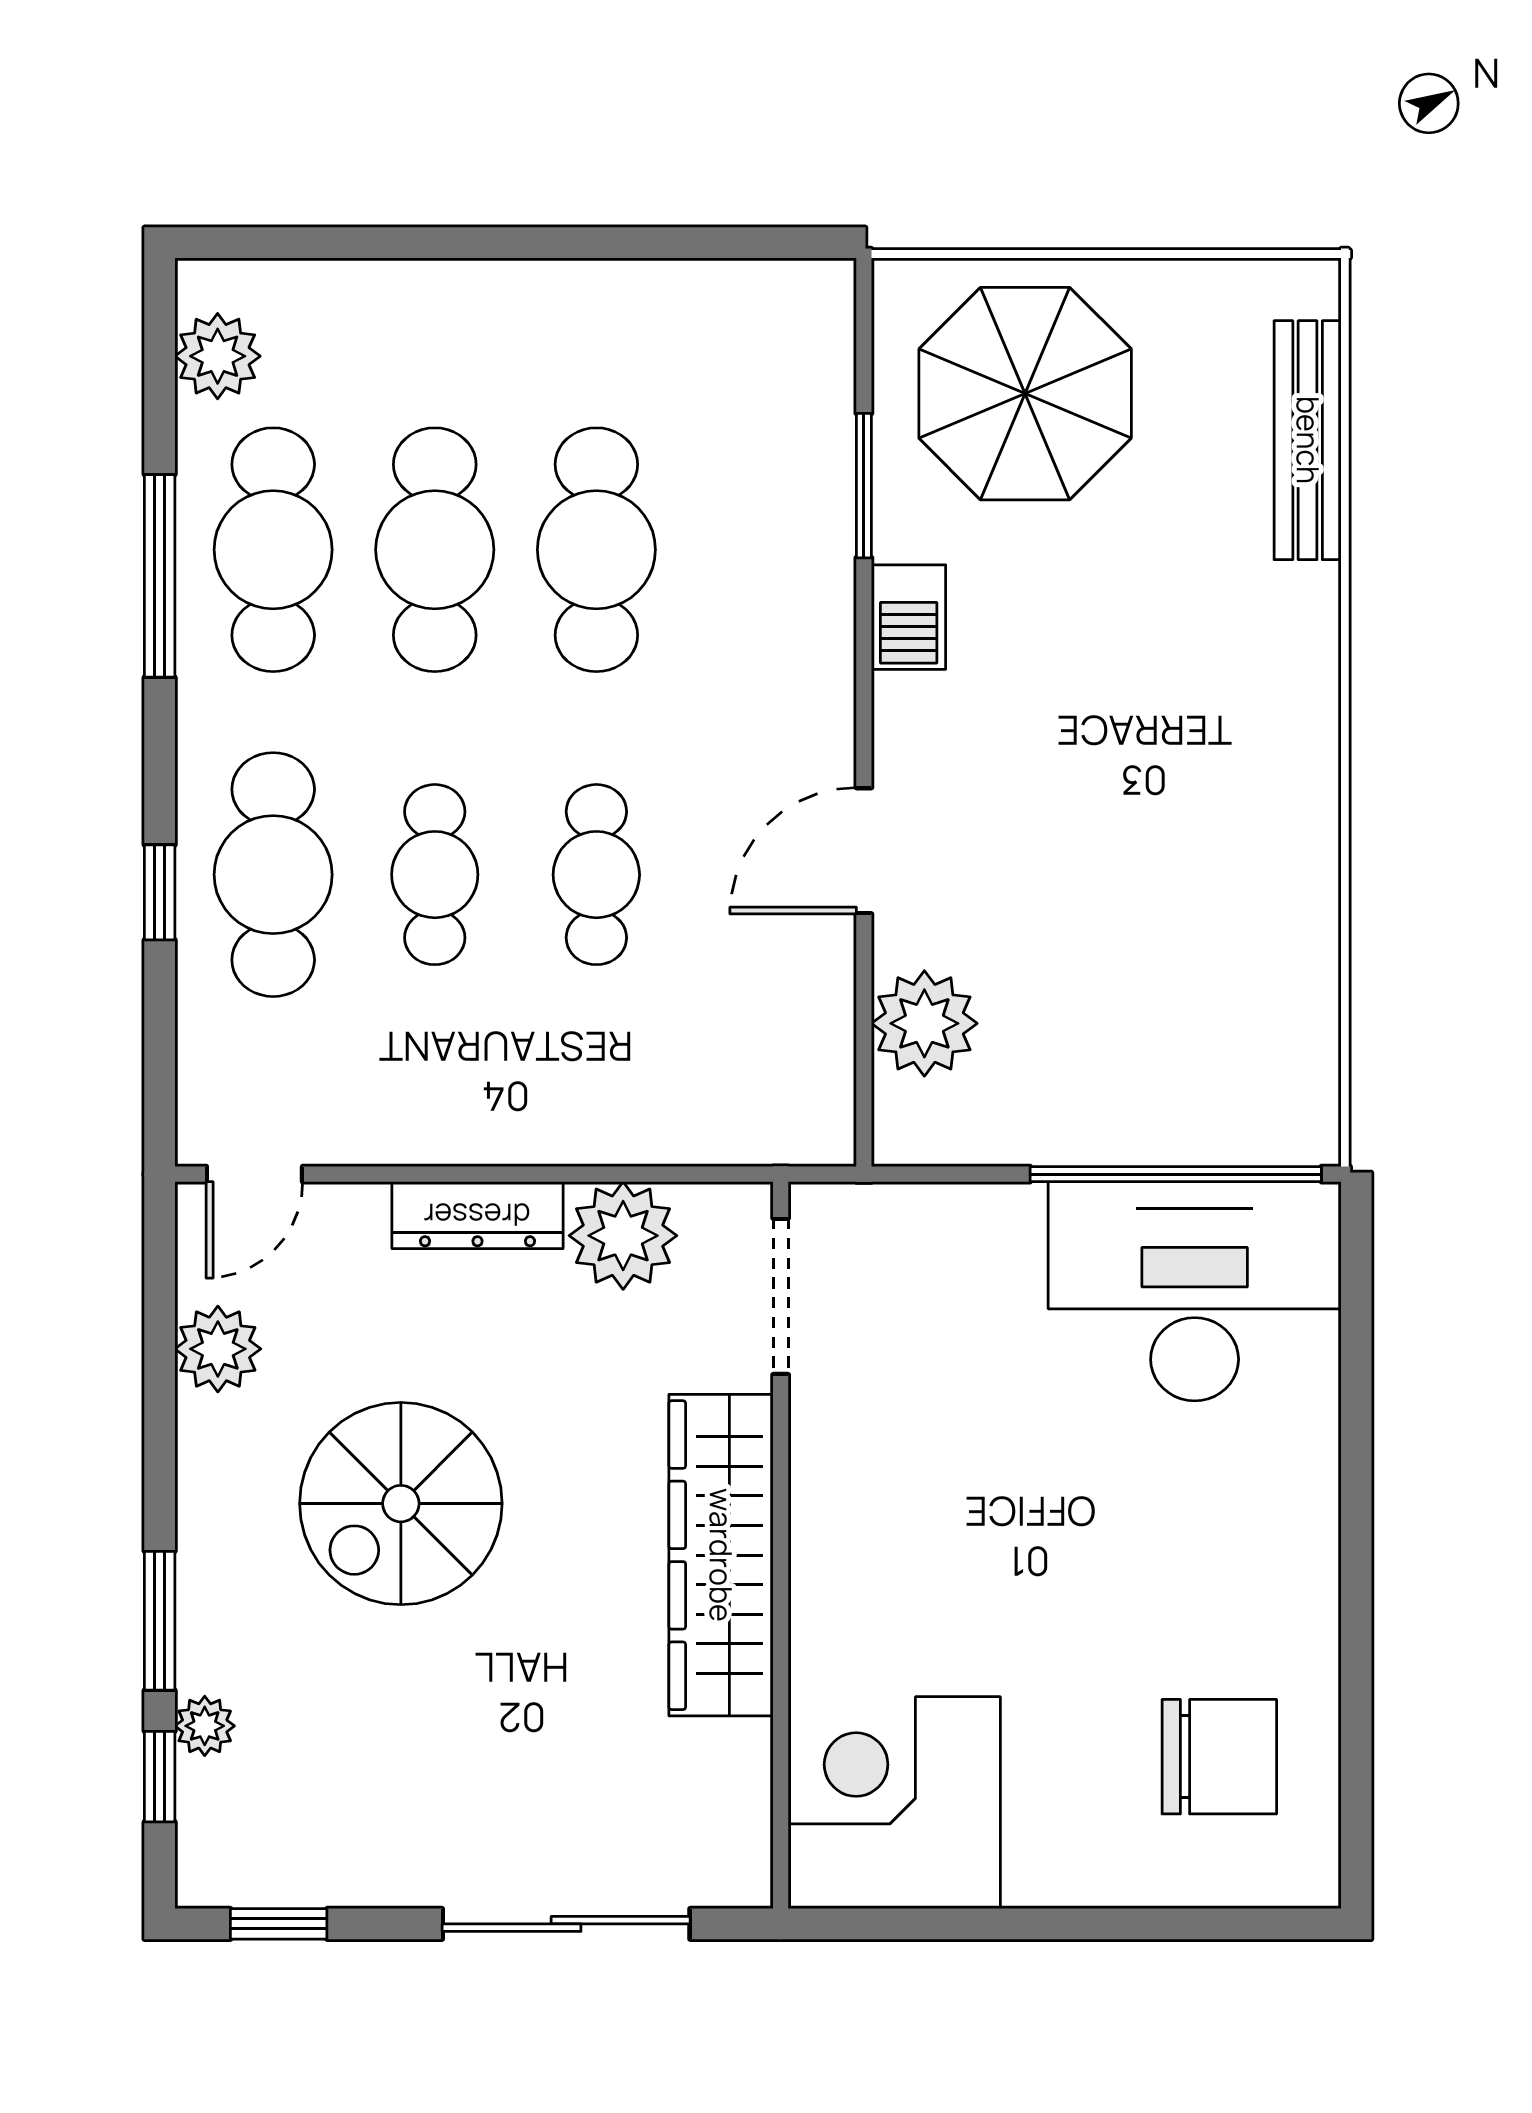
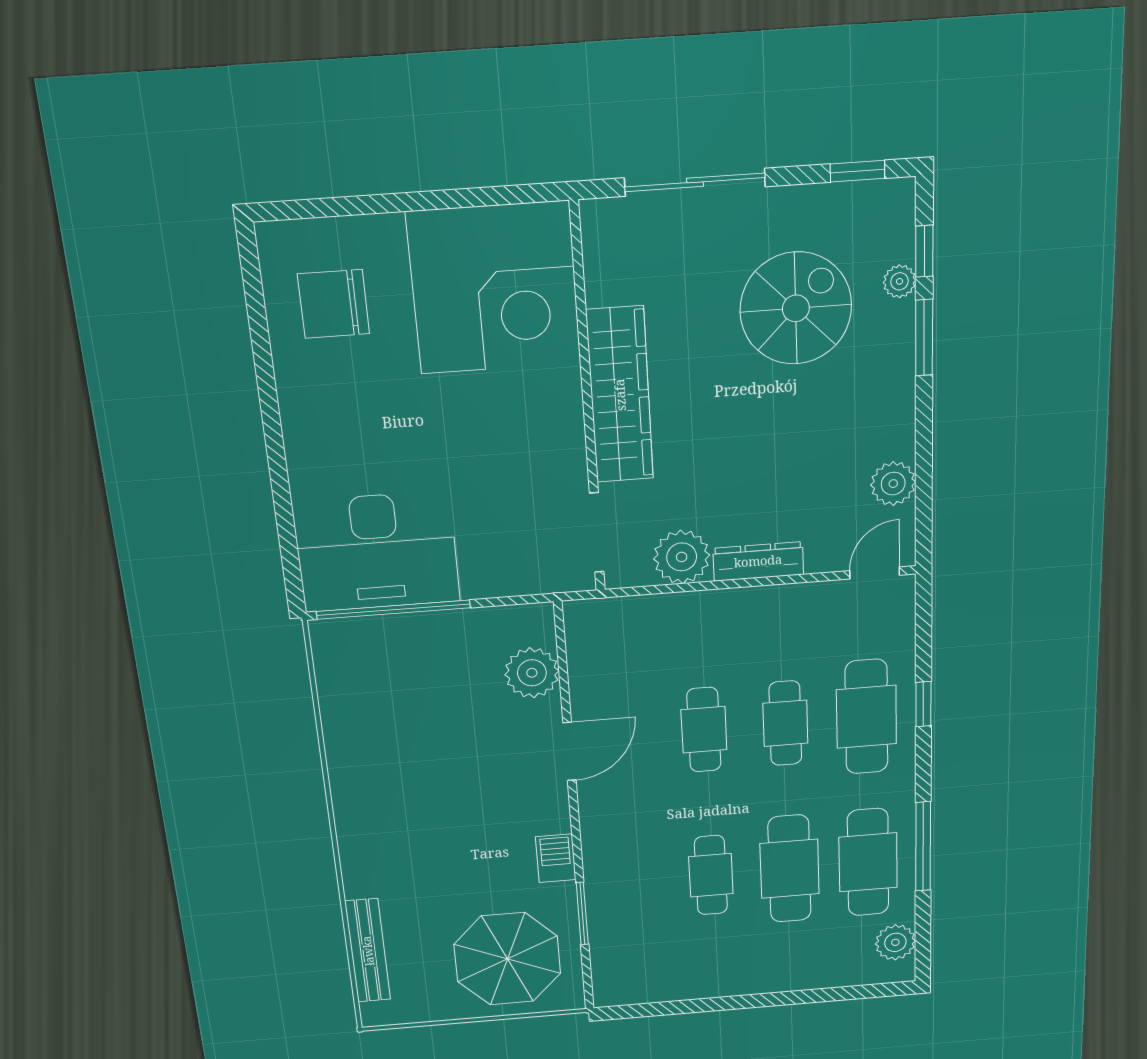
cafe table: (596, 550) -> (711, 875), width x0.73, depth x0.74
spiral stairs: (401, 1504) -> (796, 308), moved
corner desk: (894, 1803) -> (494, 288), width x1.36, depth x1.36

